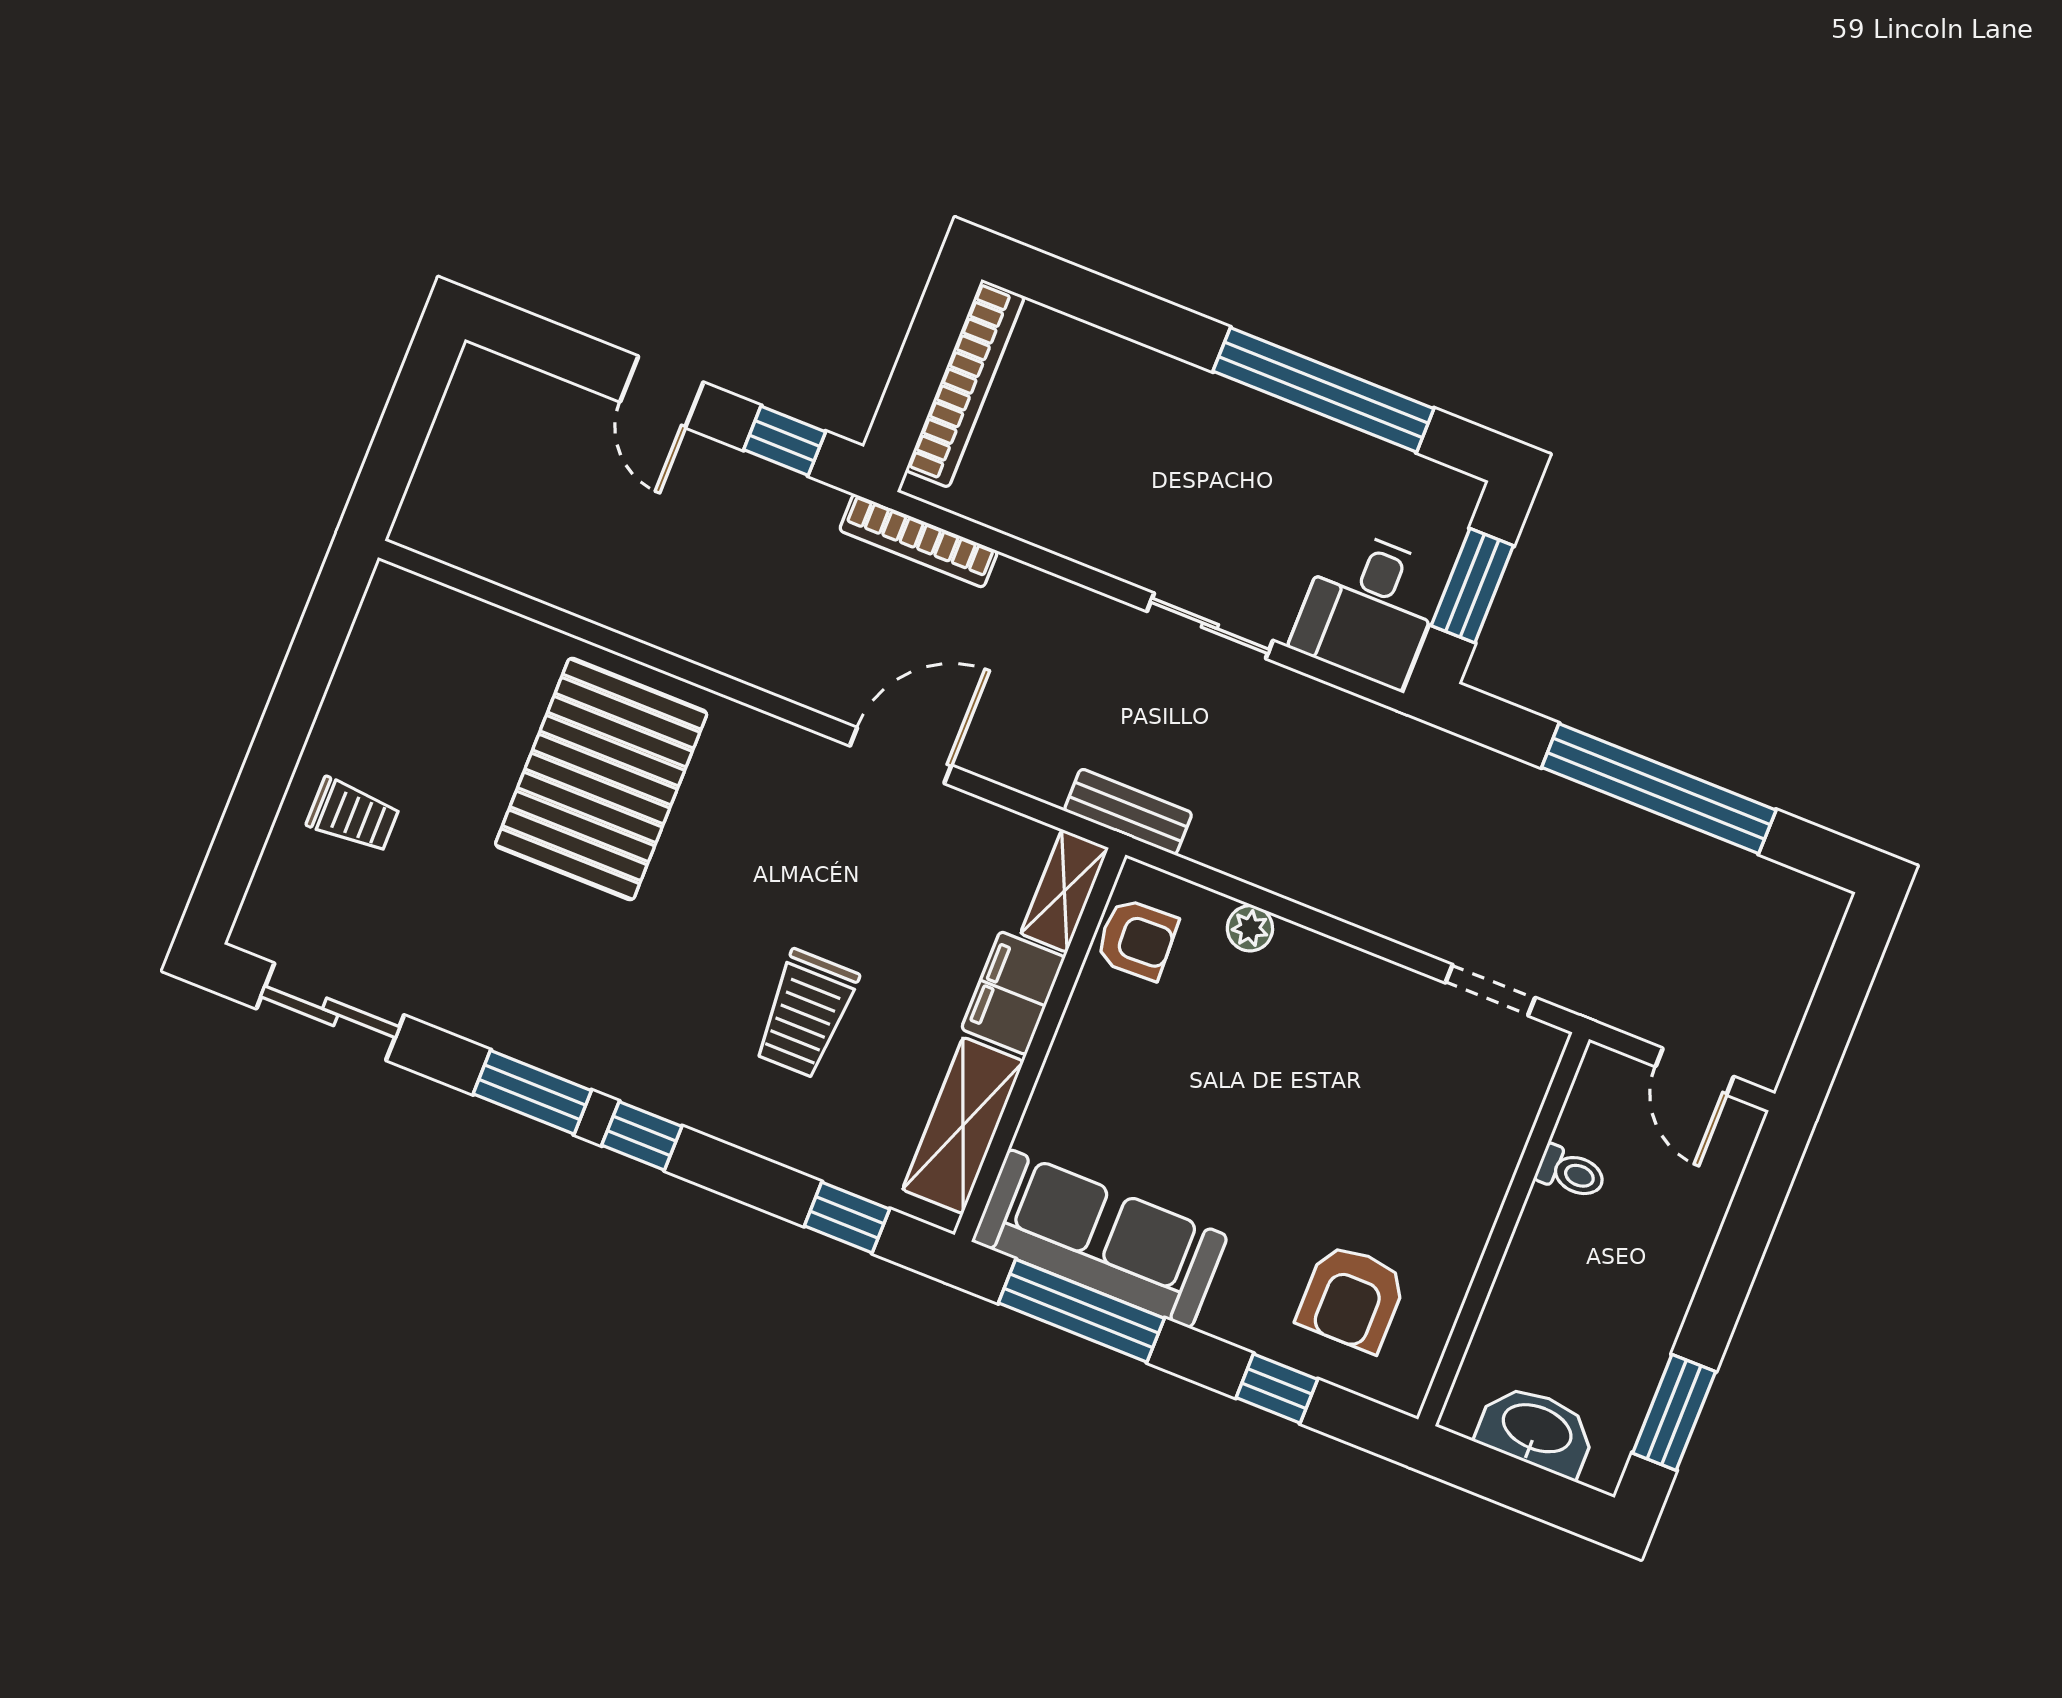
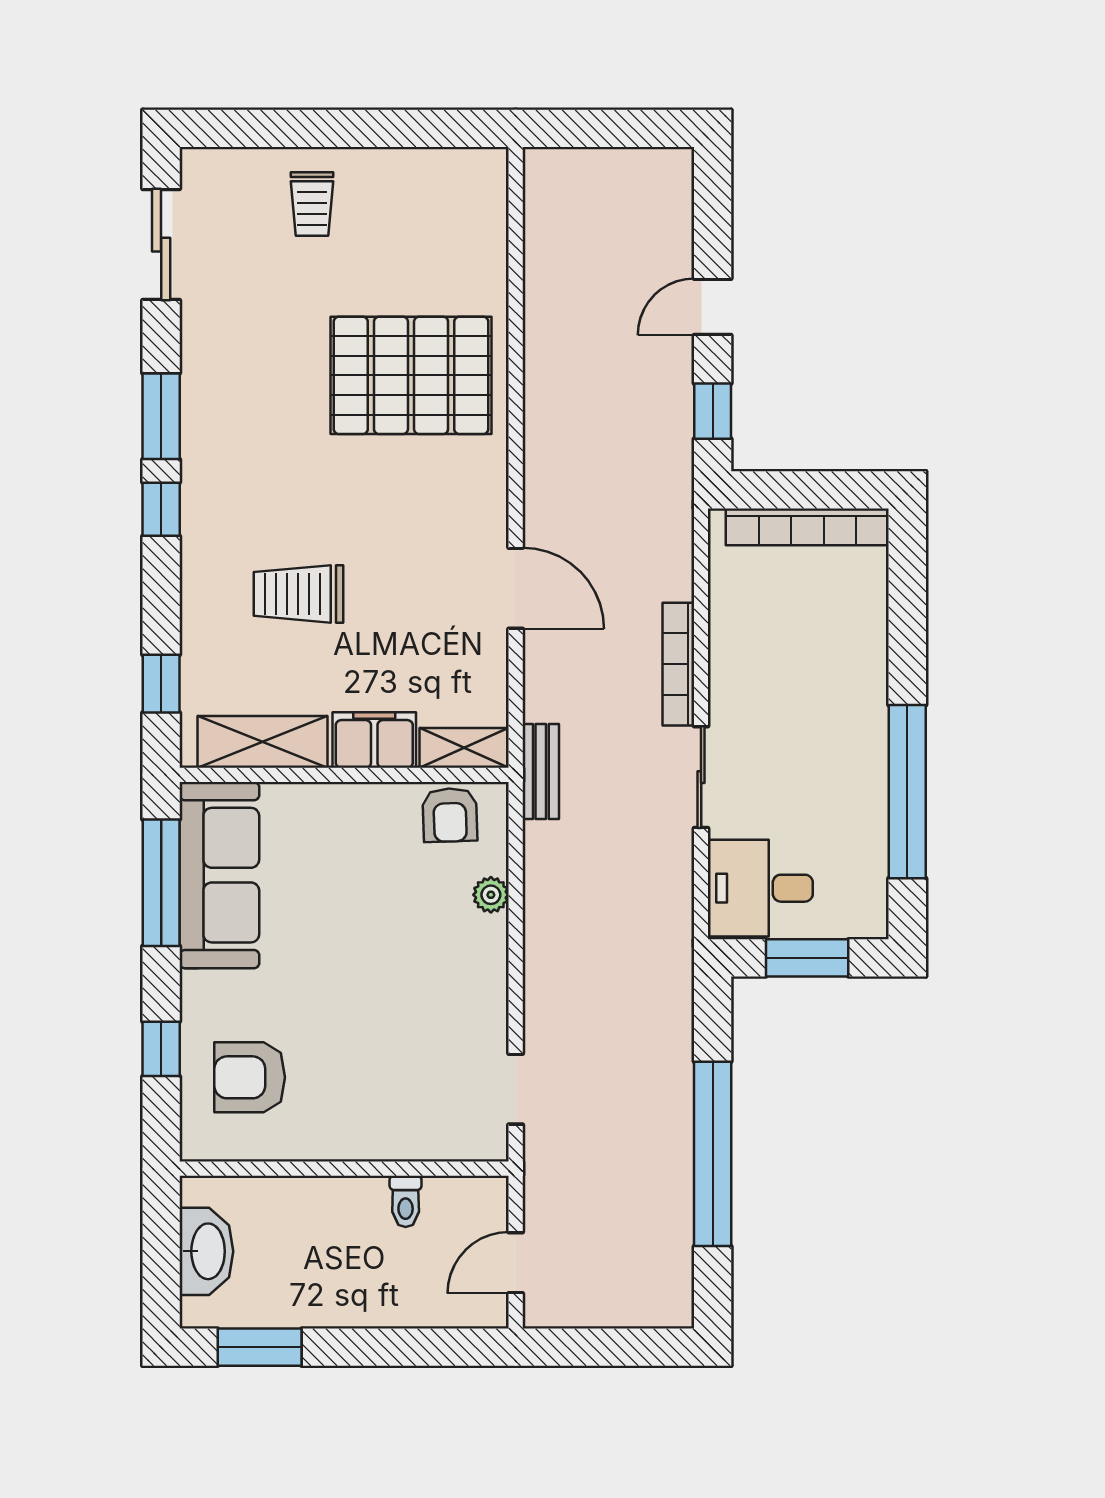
bookcase: (918, 541) -> (678, 664), moved

